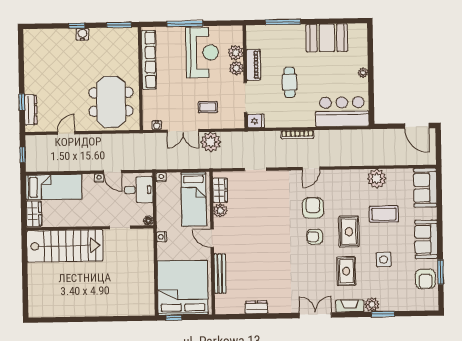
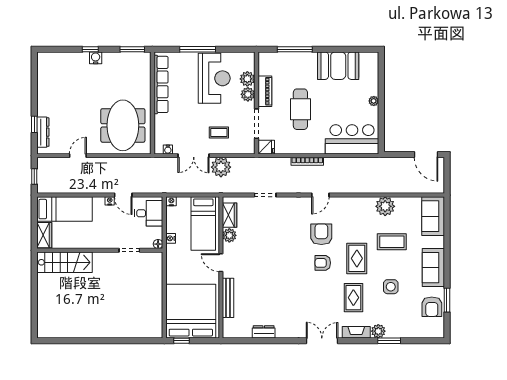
cafe table: (290, 82) -> (300, 109), width x1.37, depth x1.35
nightstand: (162, 237) -> (171, 238), moved
stairs: (65, 246) -> (65, 262), width x0.73, depth x0.66

